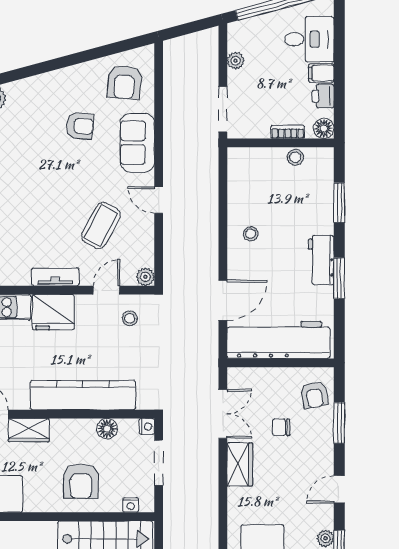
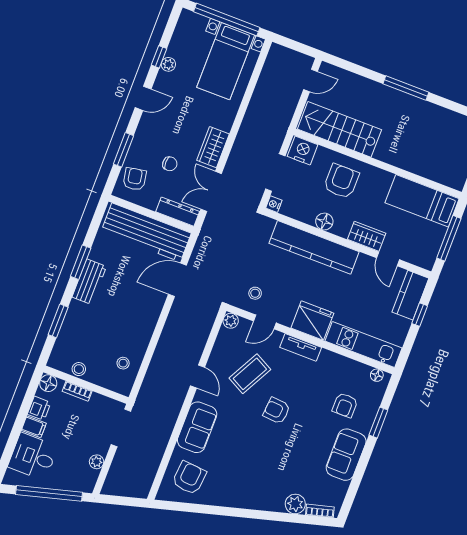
armchair: (80, 126) -> (277, 411), moved
stool: (251, 234) -> (123, 363), moved
dresser: (252, 377) -> (178, 212), added
floor lamp: (107, 429) -> (324, 222), moved
nightstand: (131, 505) -> (303, 151), width x1.89, depth x1.79

